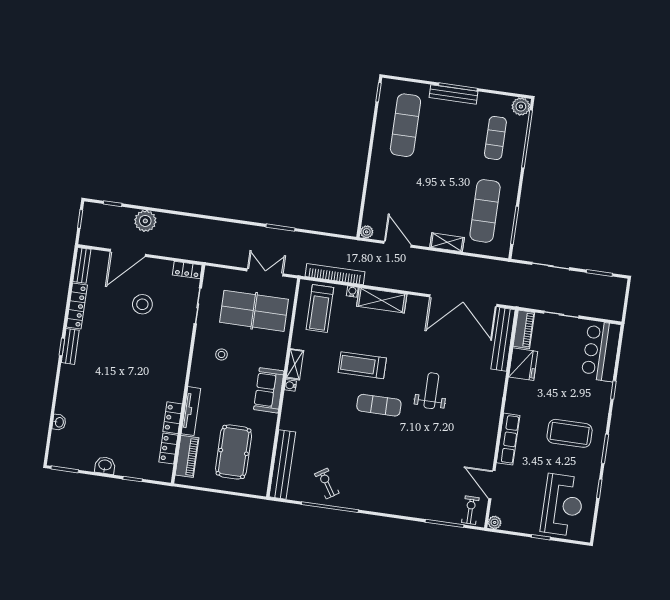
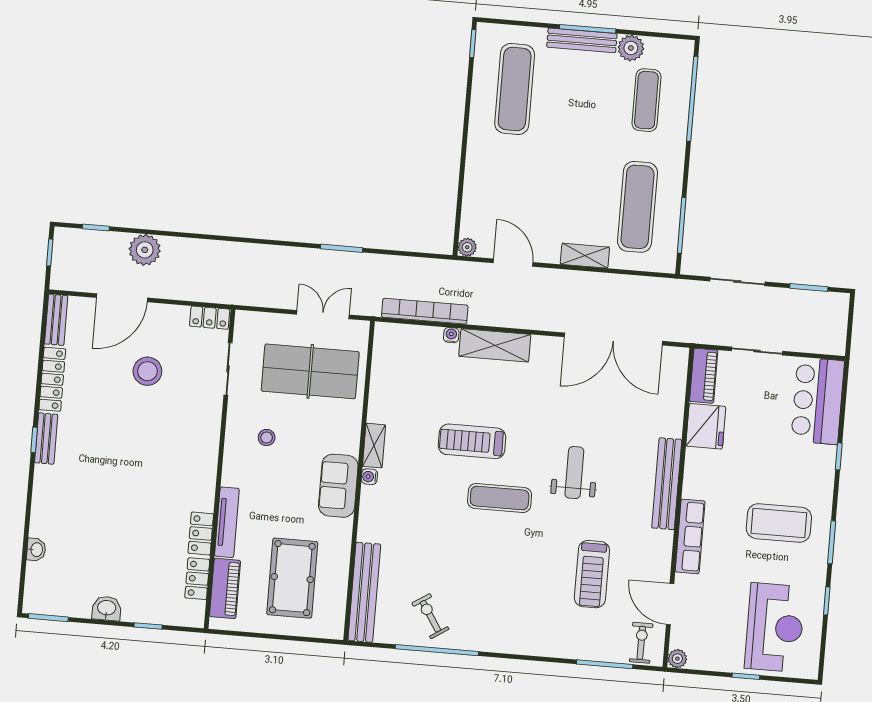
plant: (521, 106) -> (631, 48), moved
treadmill: (320, 309) -> (592, 574), moved
bench: (503, 339) -> (667, 484), moved

